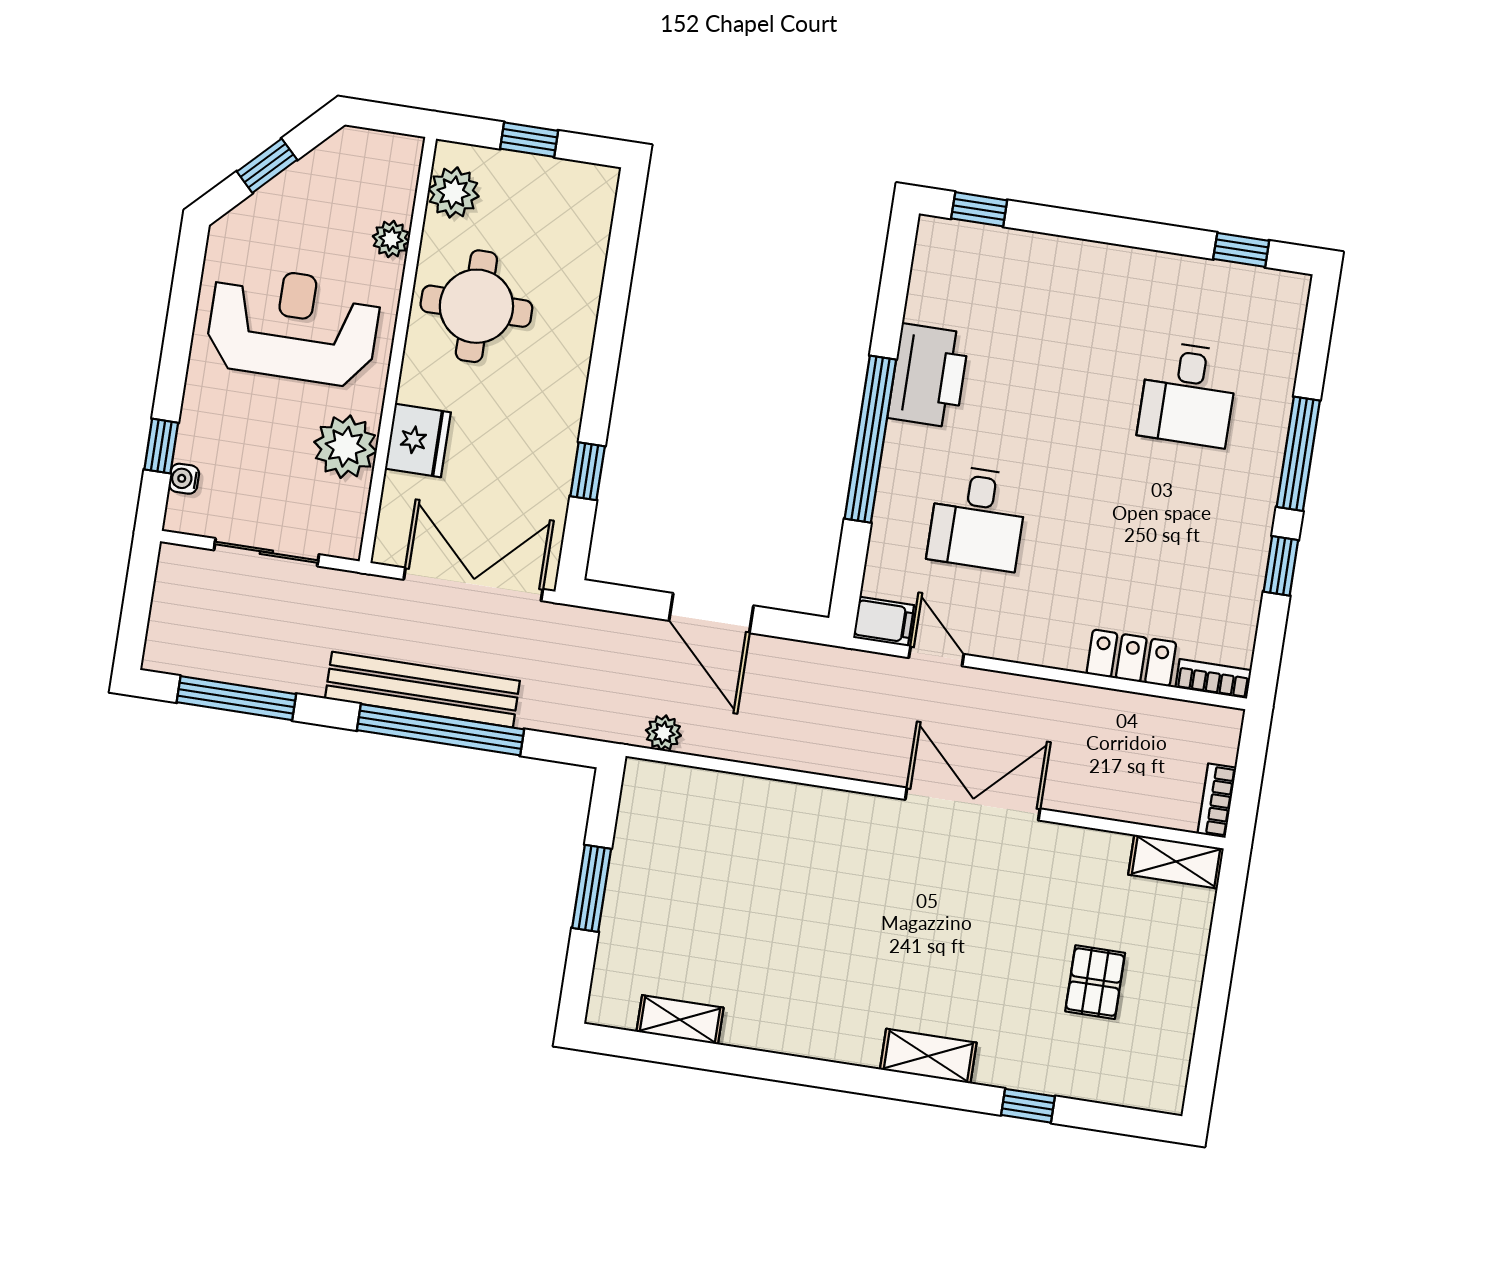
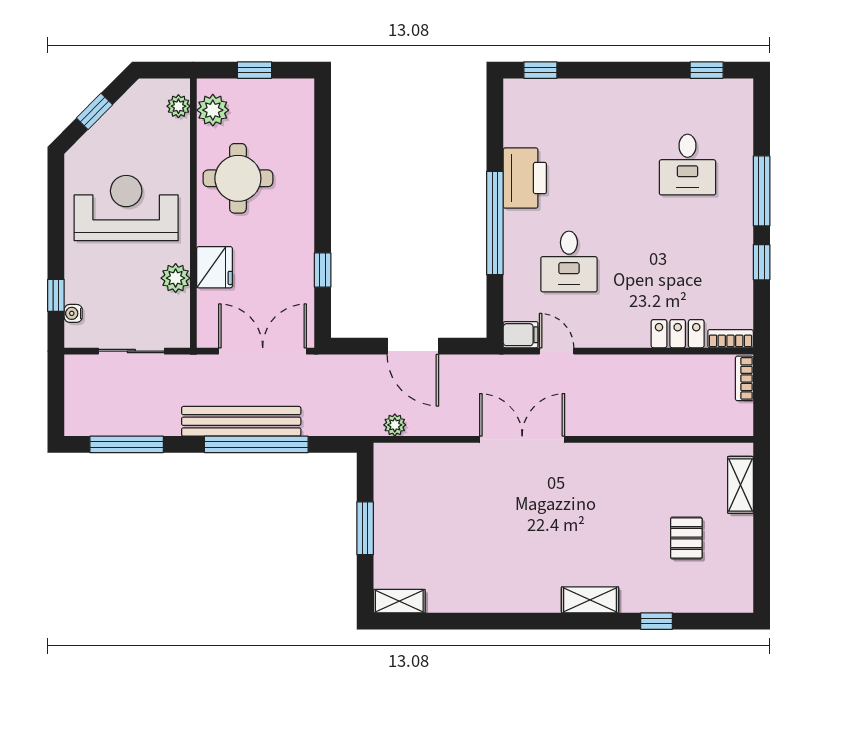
plant: (391, 239) -> (178, 106), moved
plant: (345, 447) -> (176, 278), width x0.73, depth x0.73
bookcase: (1217, 801) -> (744, 378), moved
double door: (973, 804) -> (522, 439), moved
shelving: (1176, 862) -> (740, 485), moved, turned 90
shelving: (680, 1020) -> (399, 601), moved

